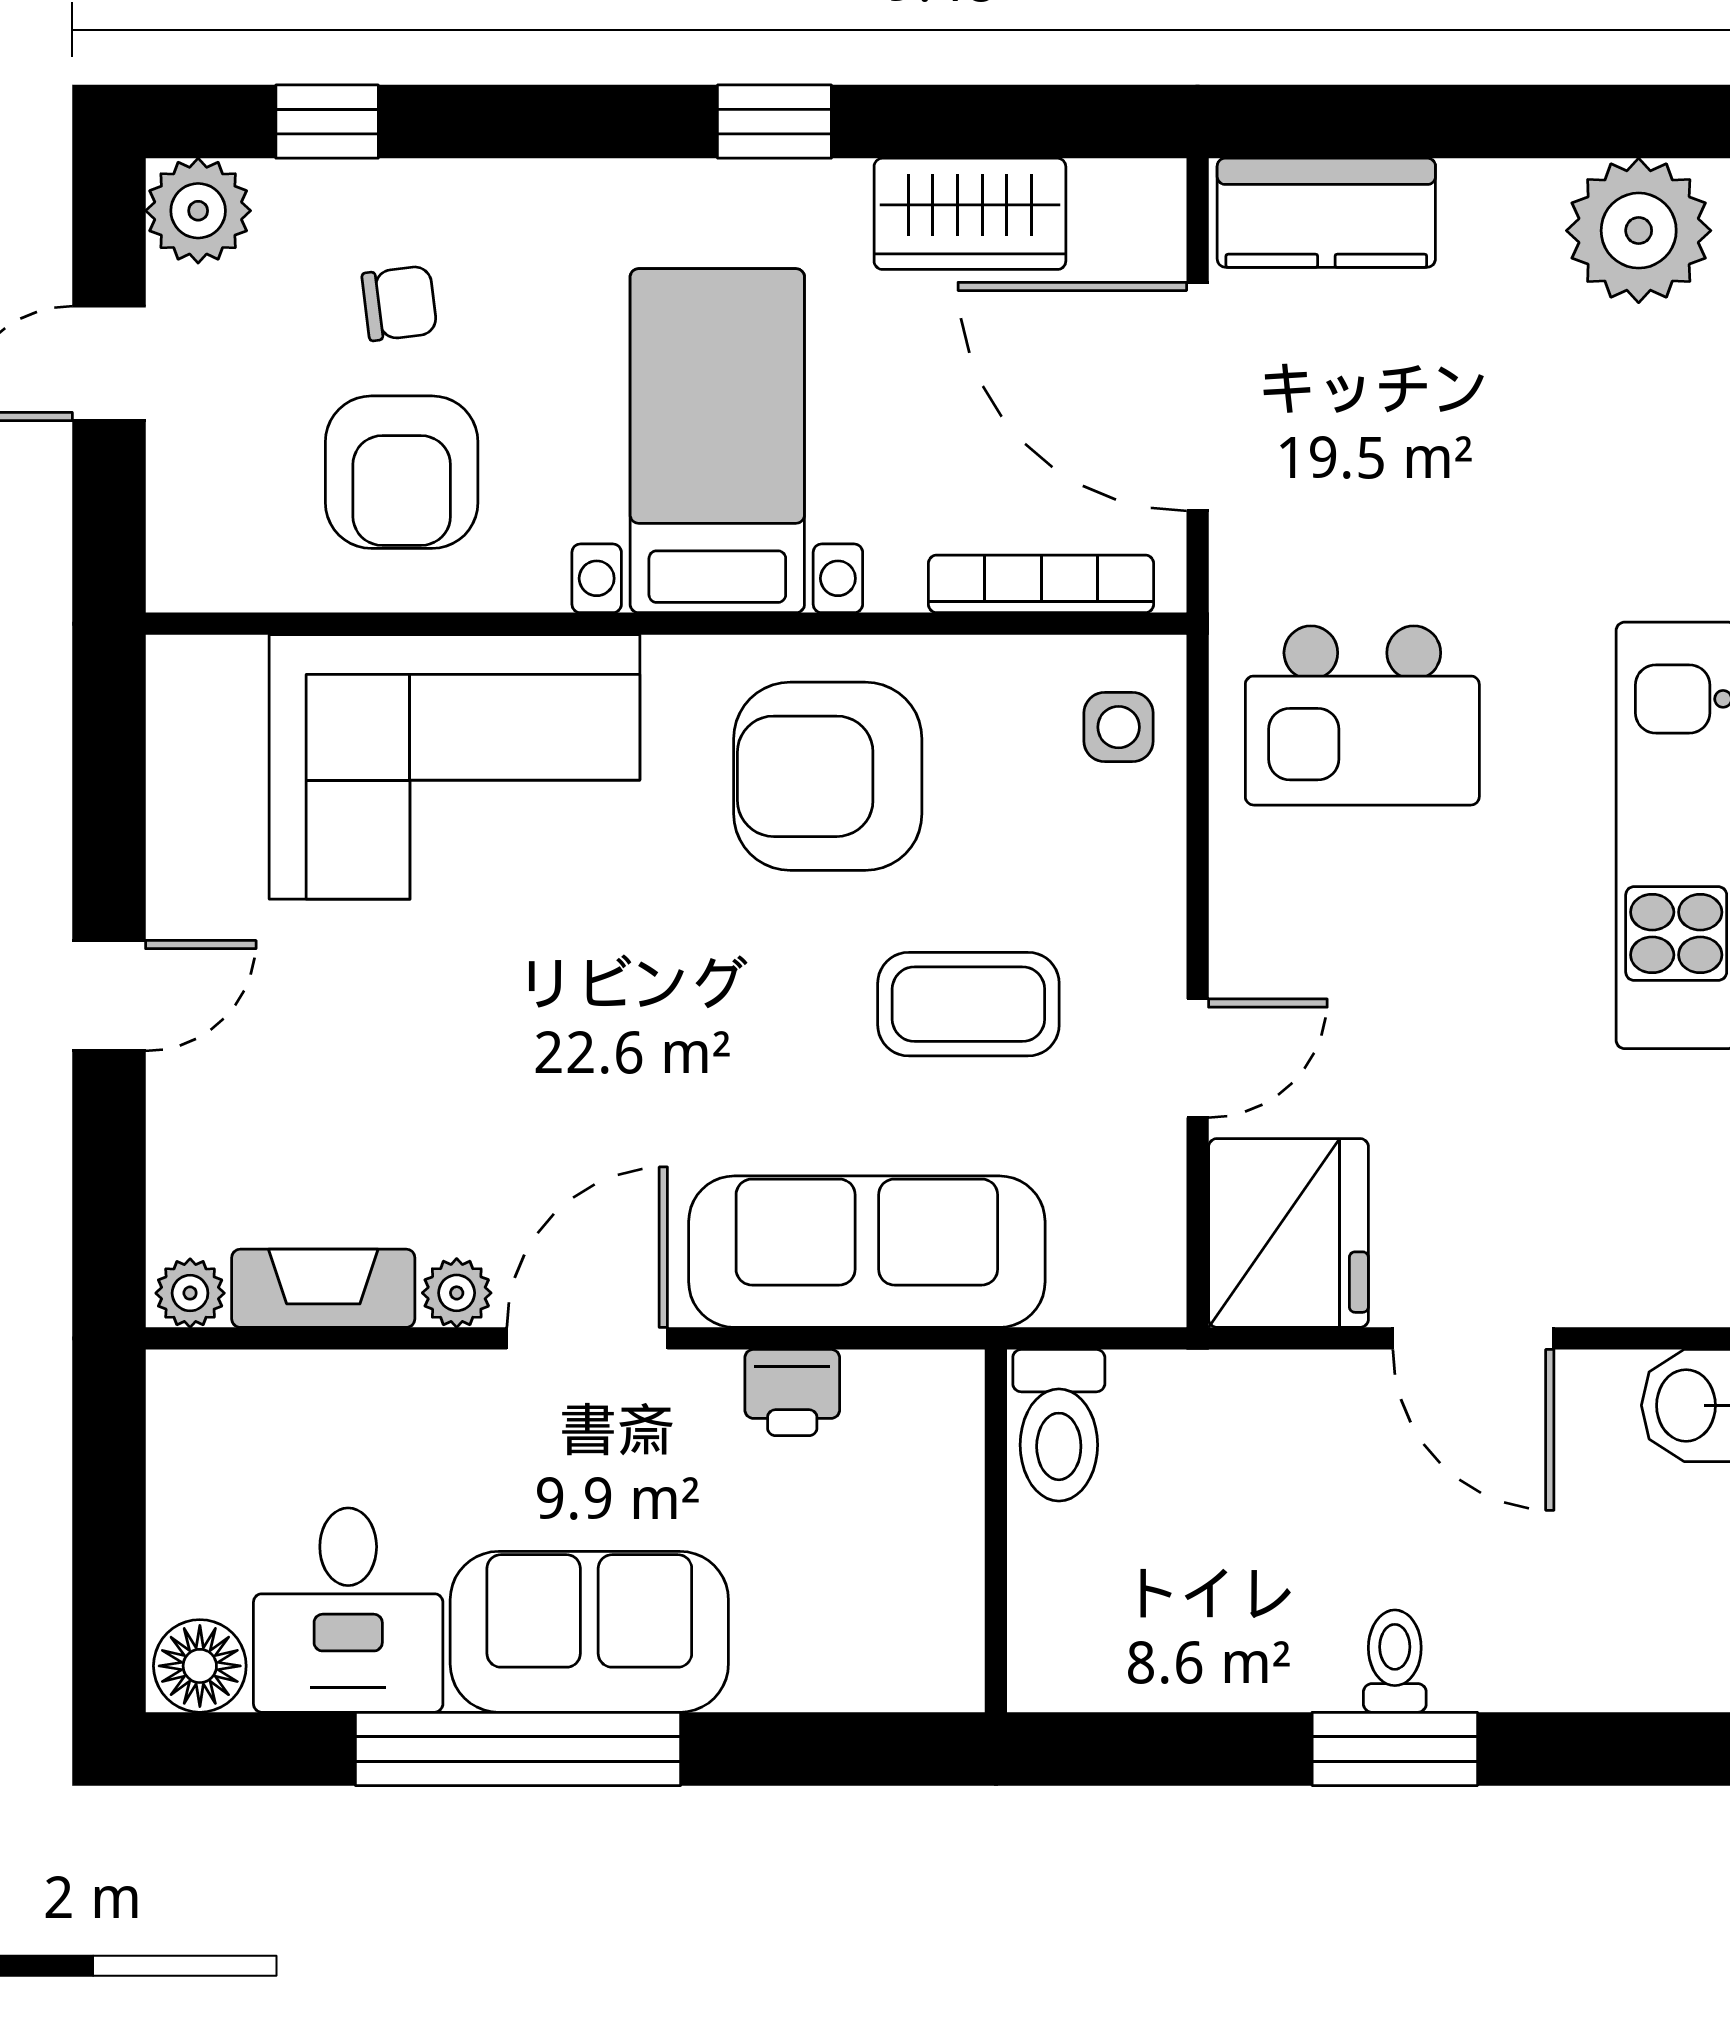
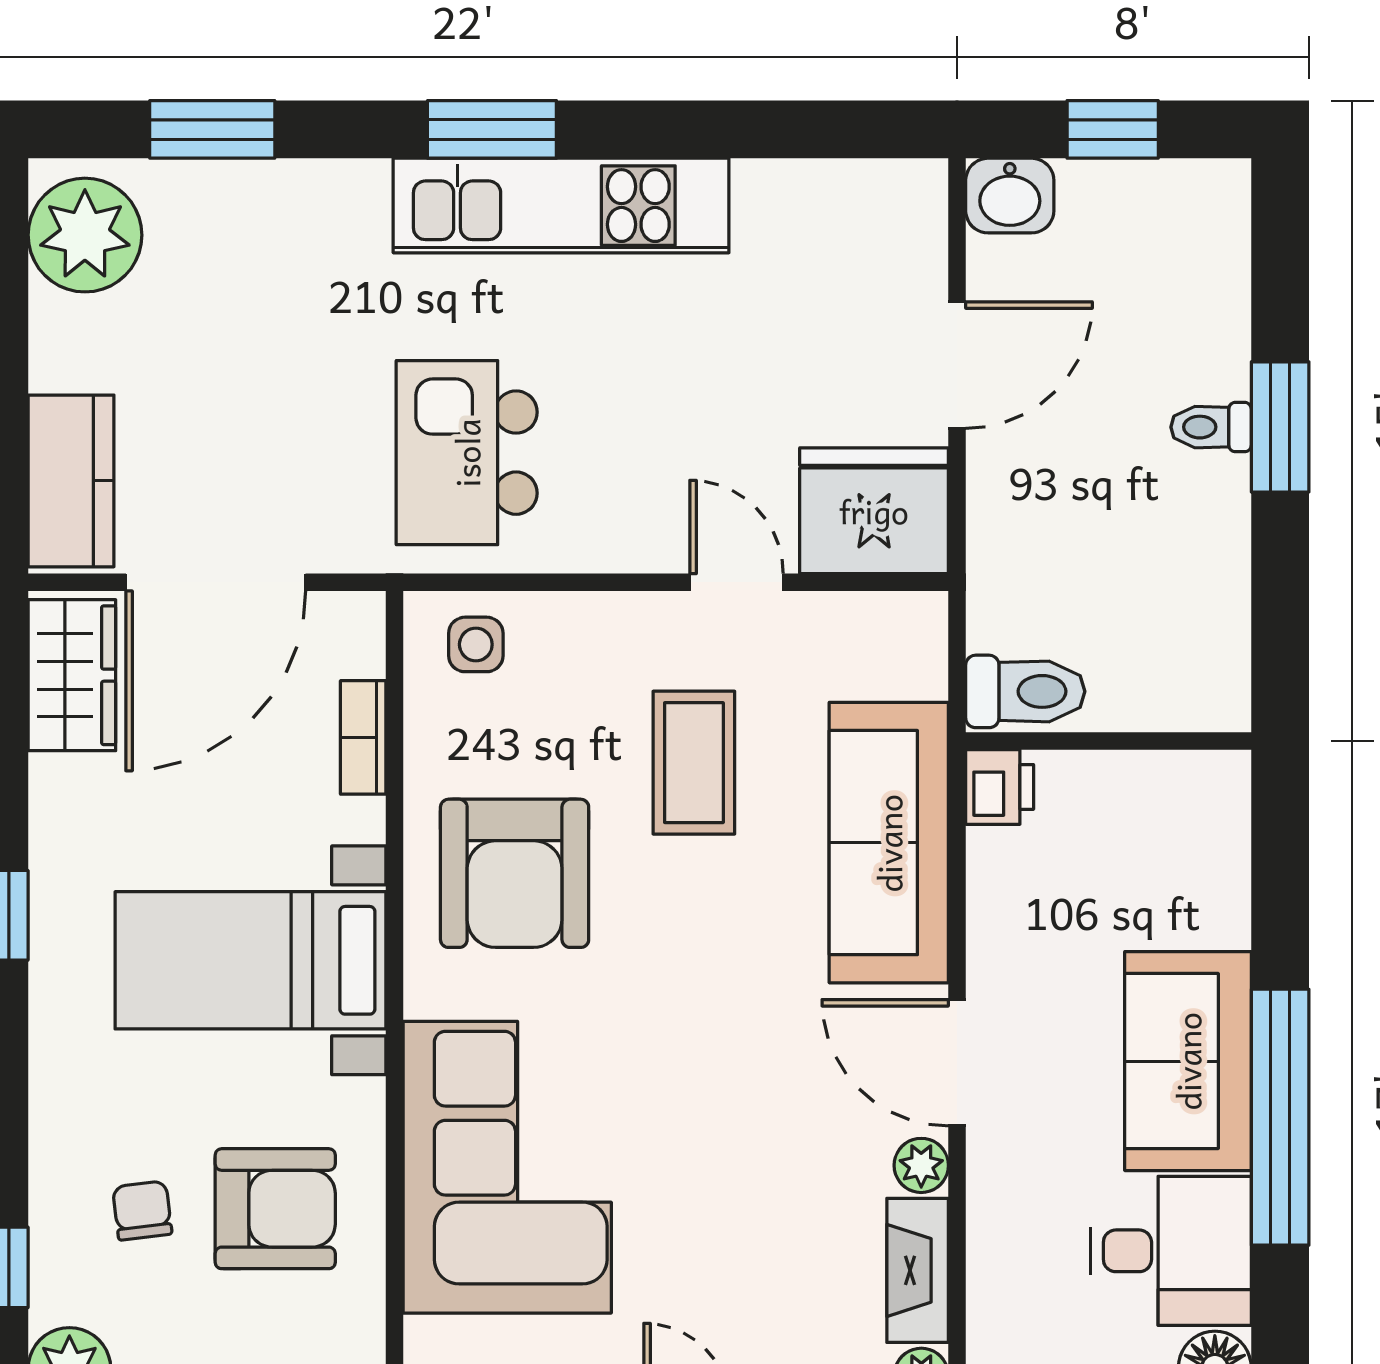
wardrobe: (970, 214) -> (72, 675), moved
bookcase: (1041, 584) -> (363, 737), width x0.64
kitchen island: (1362, 715) -> (467, 453), turned 180
printer: (792, 1393) -> (1000, 787), moved

